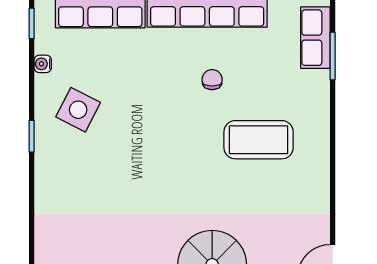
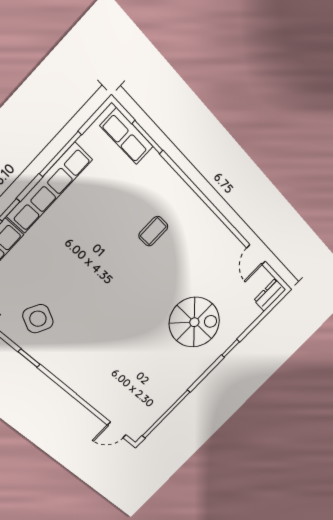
chair: (212, 80) -> (93, 224), removed
coffee table: (259, 140) -> (153, 231), width x0.54, depth x0.58

